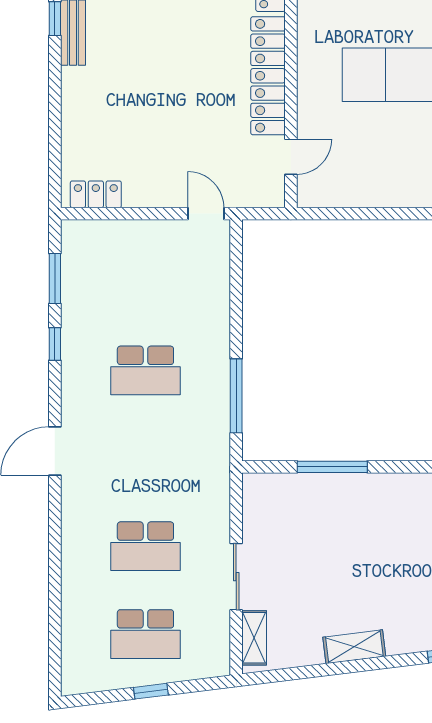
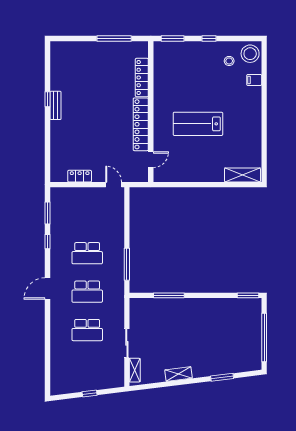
locker: (96, 194) -> (80, 176), moved
school desk: (145, 634) -> (87, 292), moved

